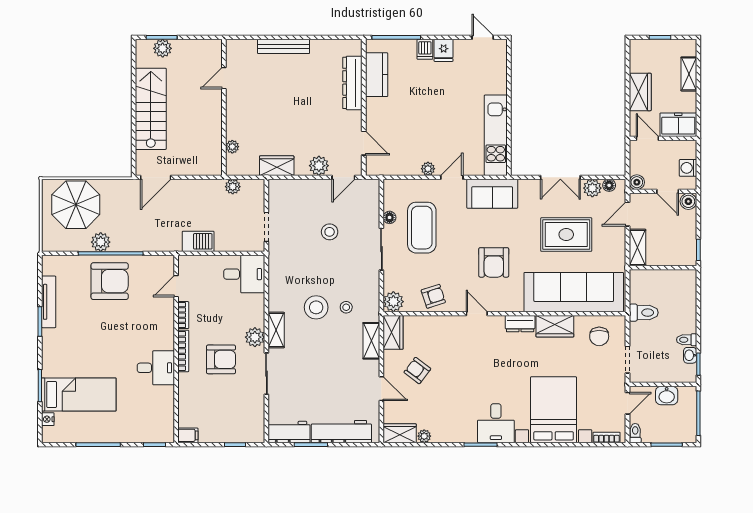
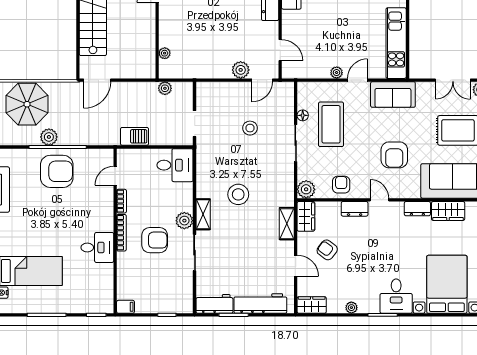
wardrobe: (277, 166) -> (204, 70), removed
armchair: (433, 296) -> (341, 185), turned -72
stool: (346, 307) -> (265, 194), removed
dresser: (449, 324) -> (355, 209), added
plant: (424, 436) -> (351, 308), moved

